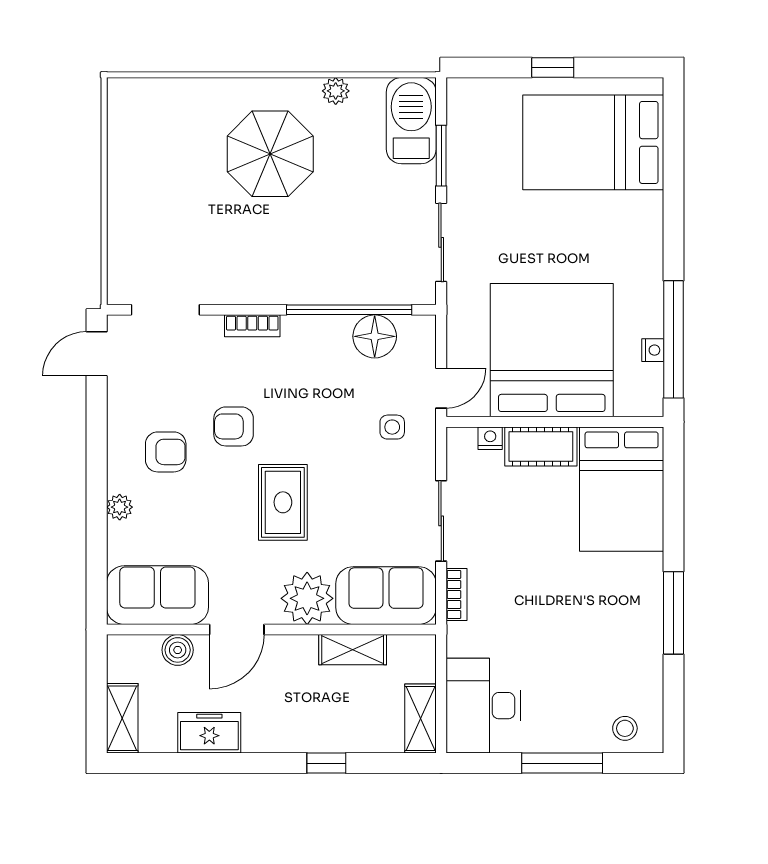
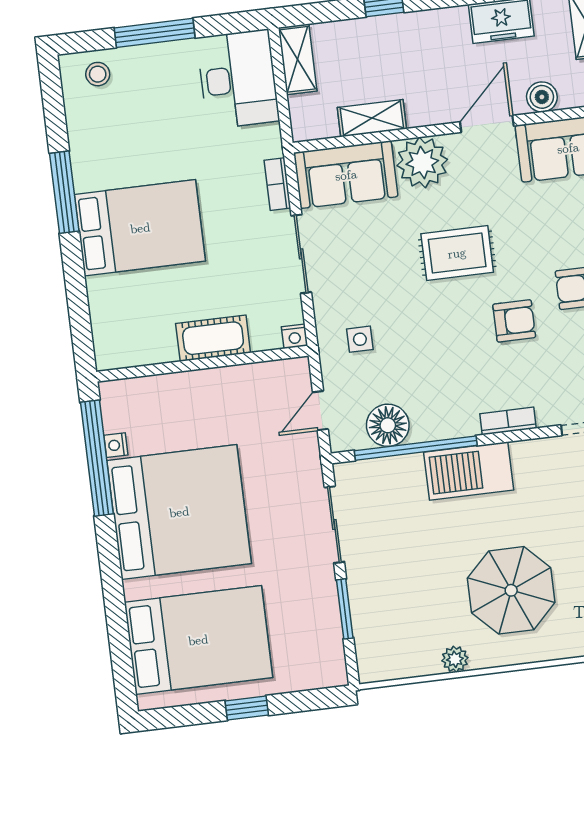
barbecue: (411, 121) -> (469, 471), moved, turned 90
bed: (552, 350) -> (179, 512), moved, turned -90
door: (441, 388) -> (320, 411), moved
nightstand: (490, 438) -> (295, 336), moved
bed: (622, 489) -> (140, 228), moved, turned 90
rug: (283, 502) -> (457, 253), turned 90

